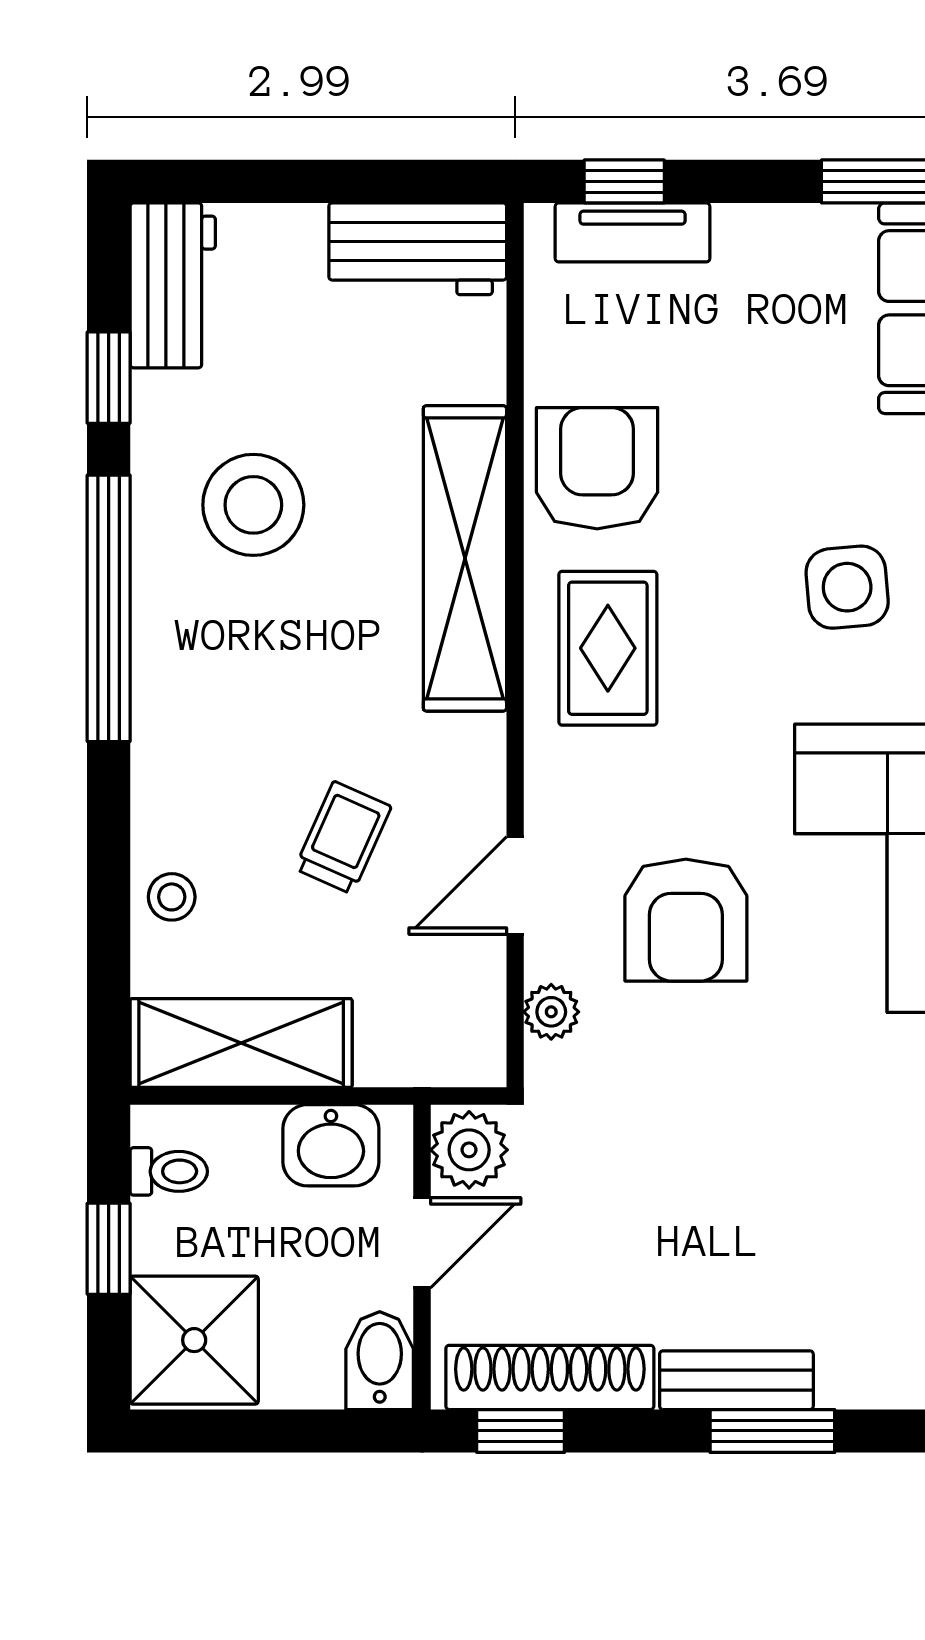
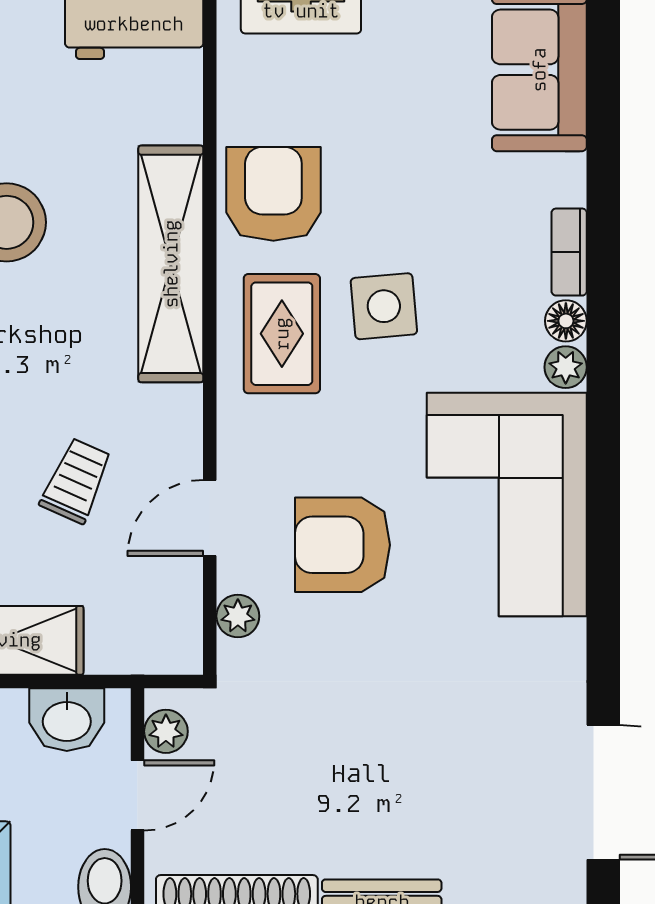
side table: (847, 587) -> (384, 306), moved
armchair: (686, 920) -> (342, 545), turned 90
plant: (469, 1150) -> (166, 731), width x0.73, depth x0.73

